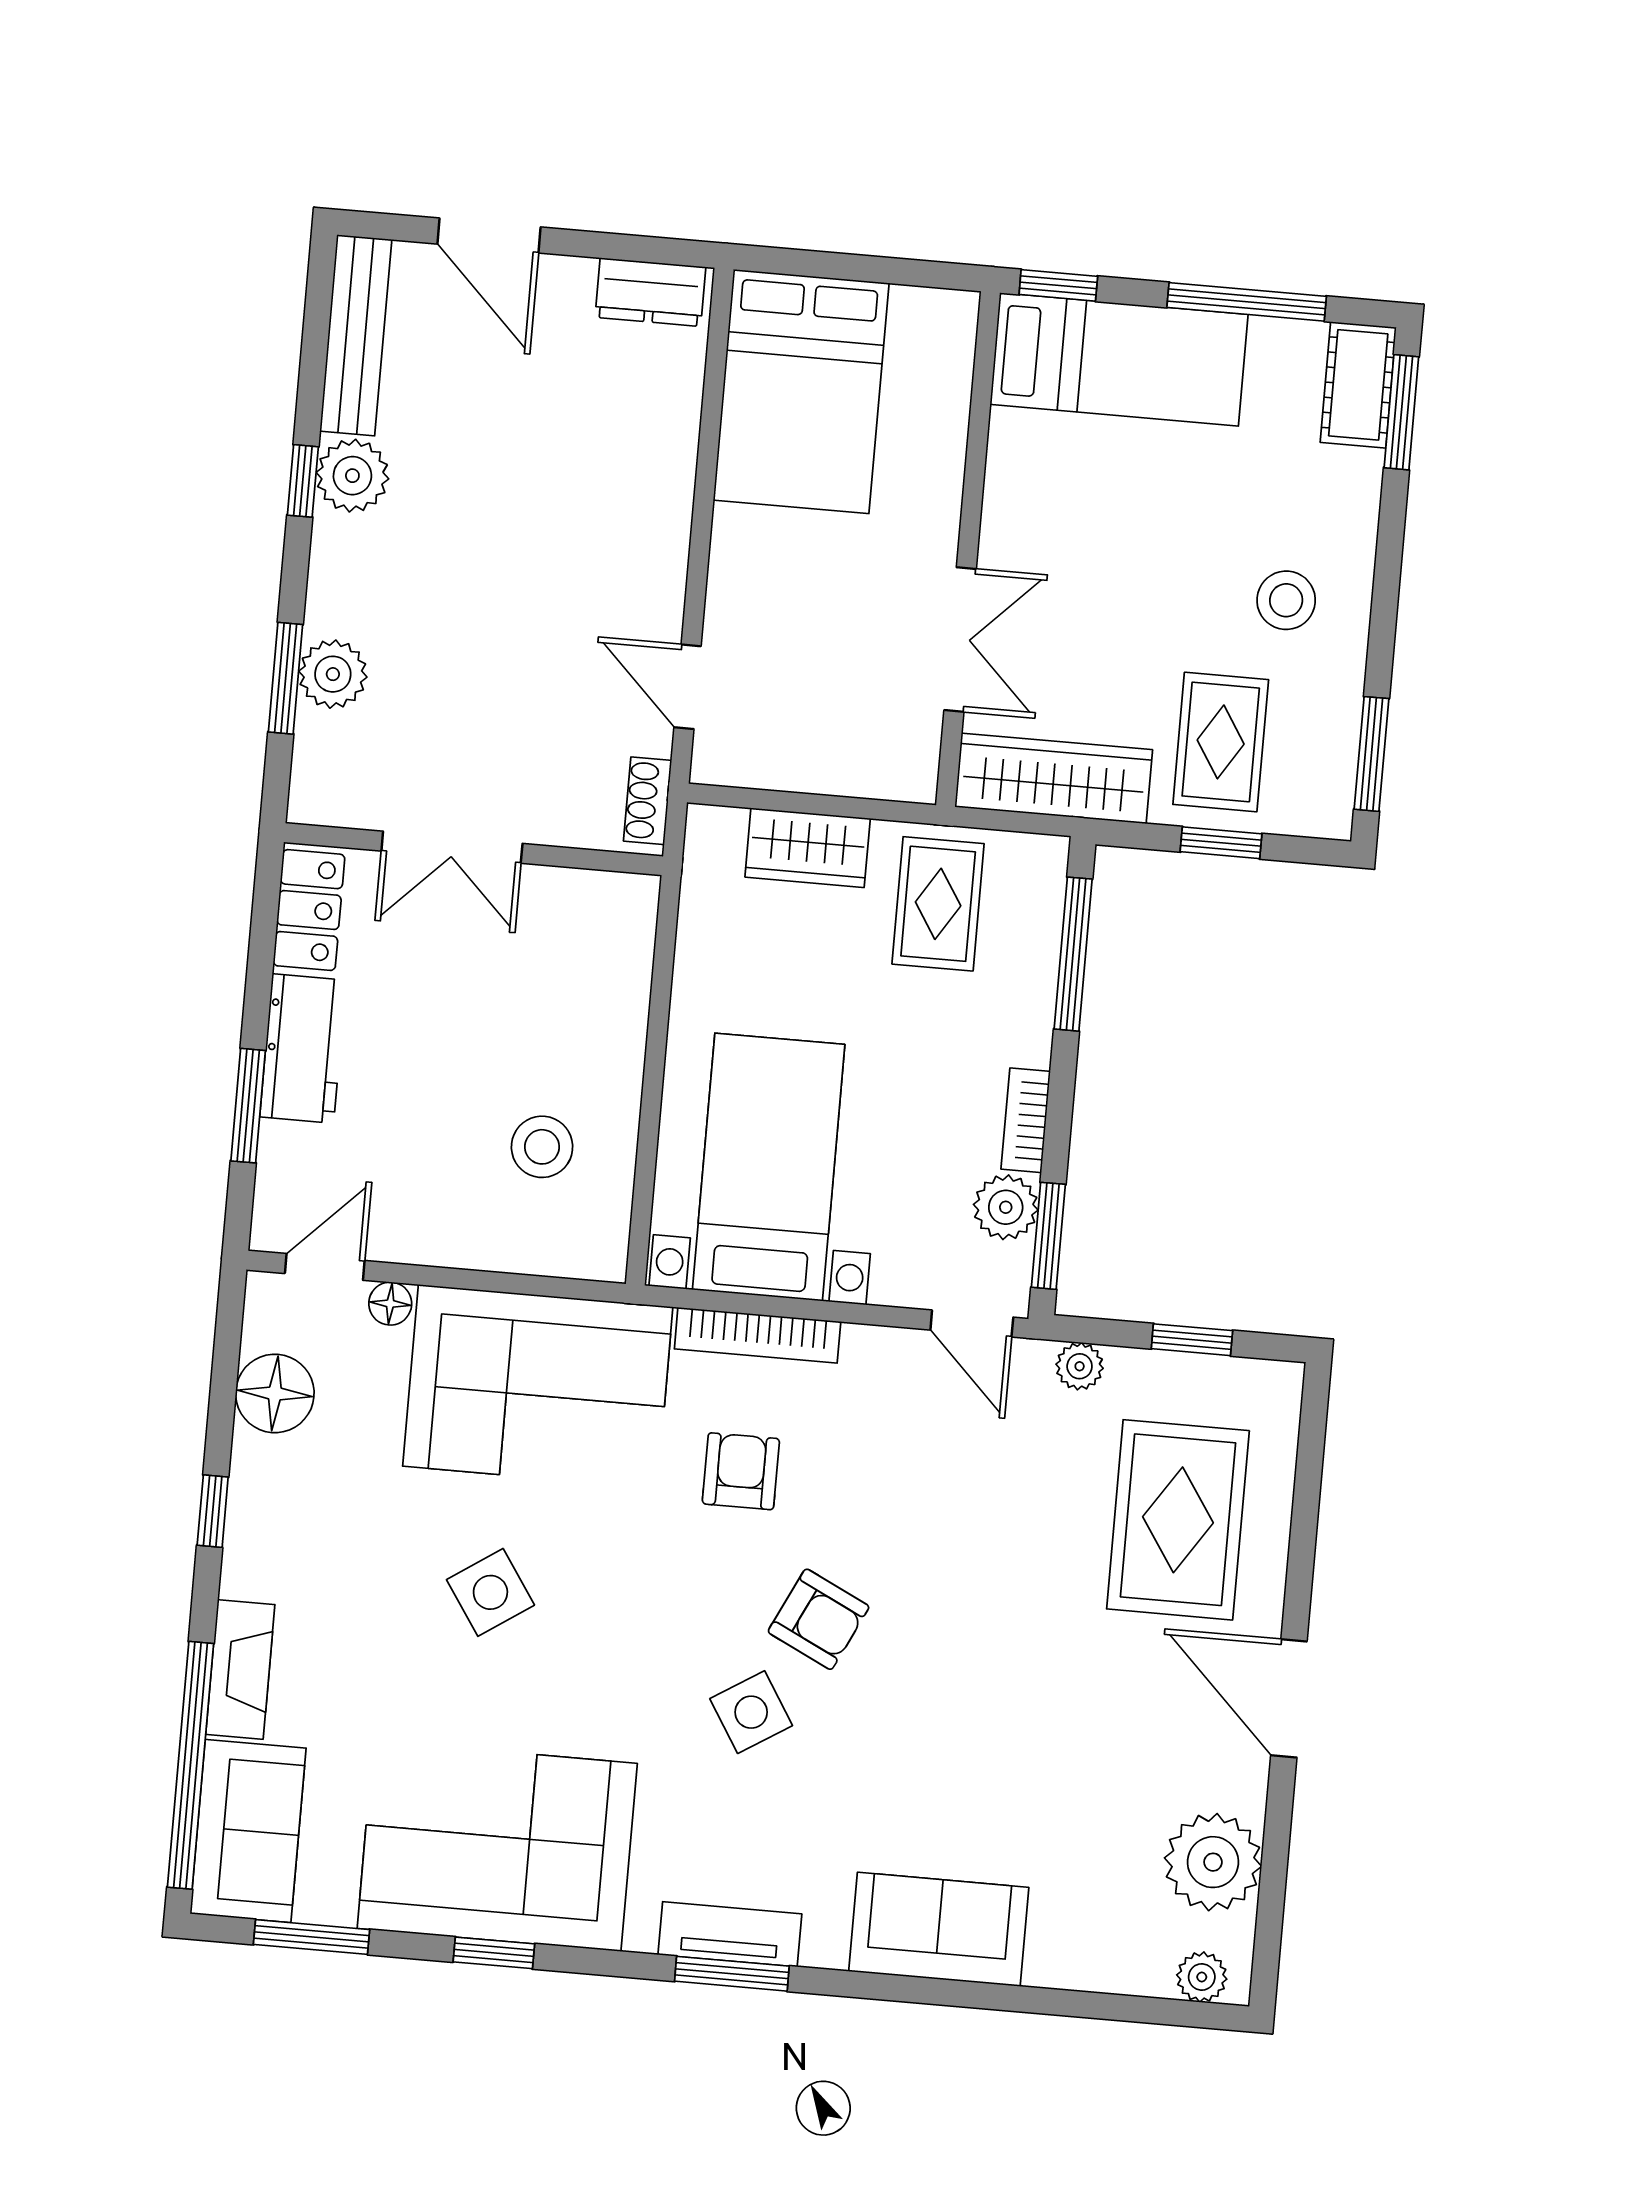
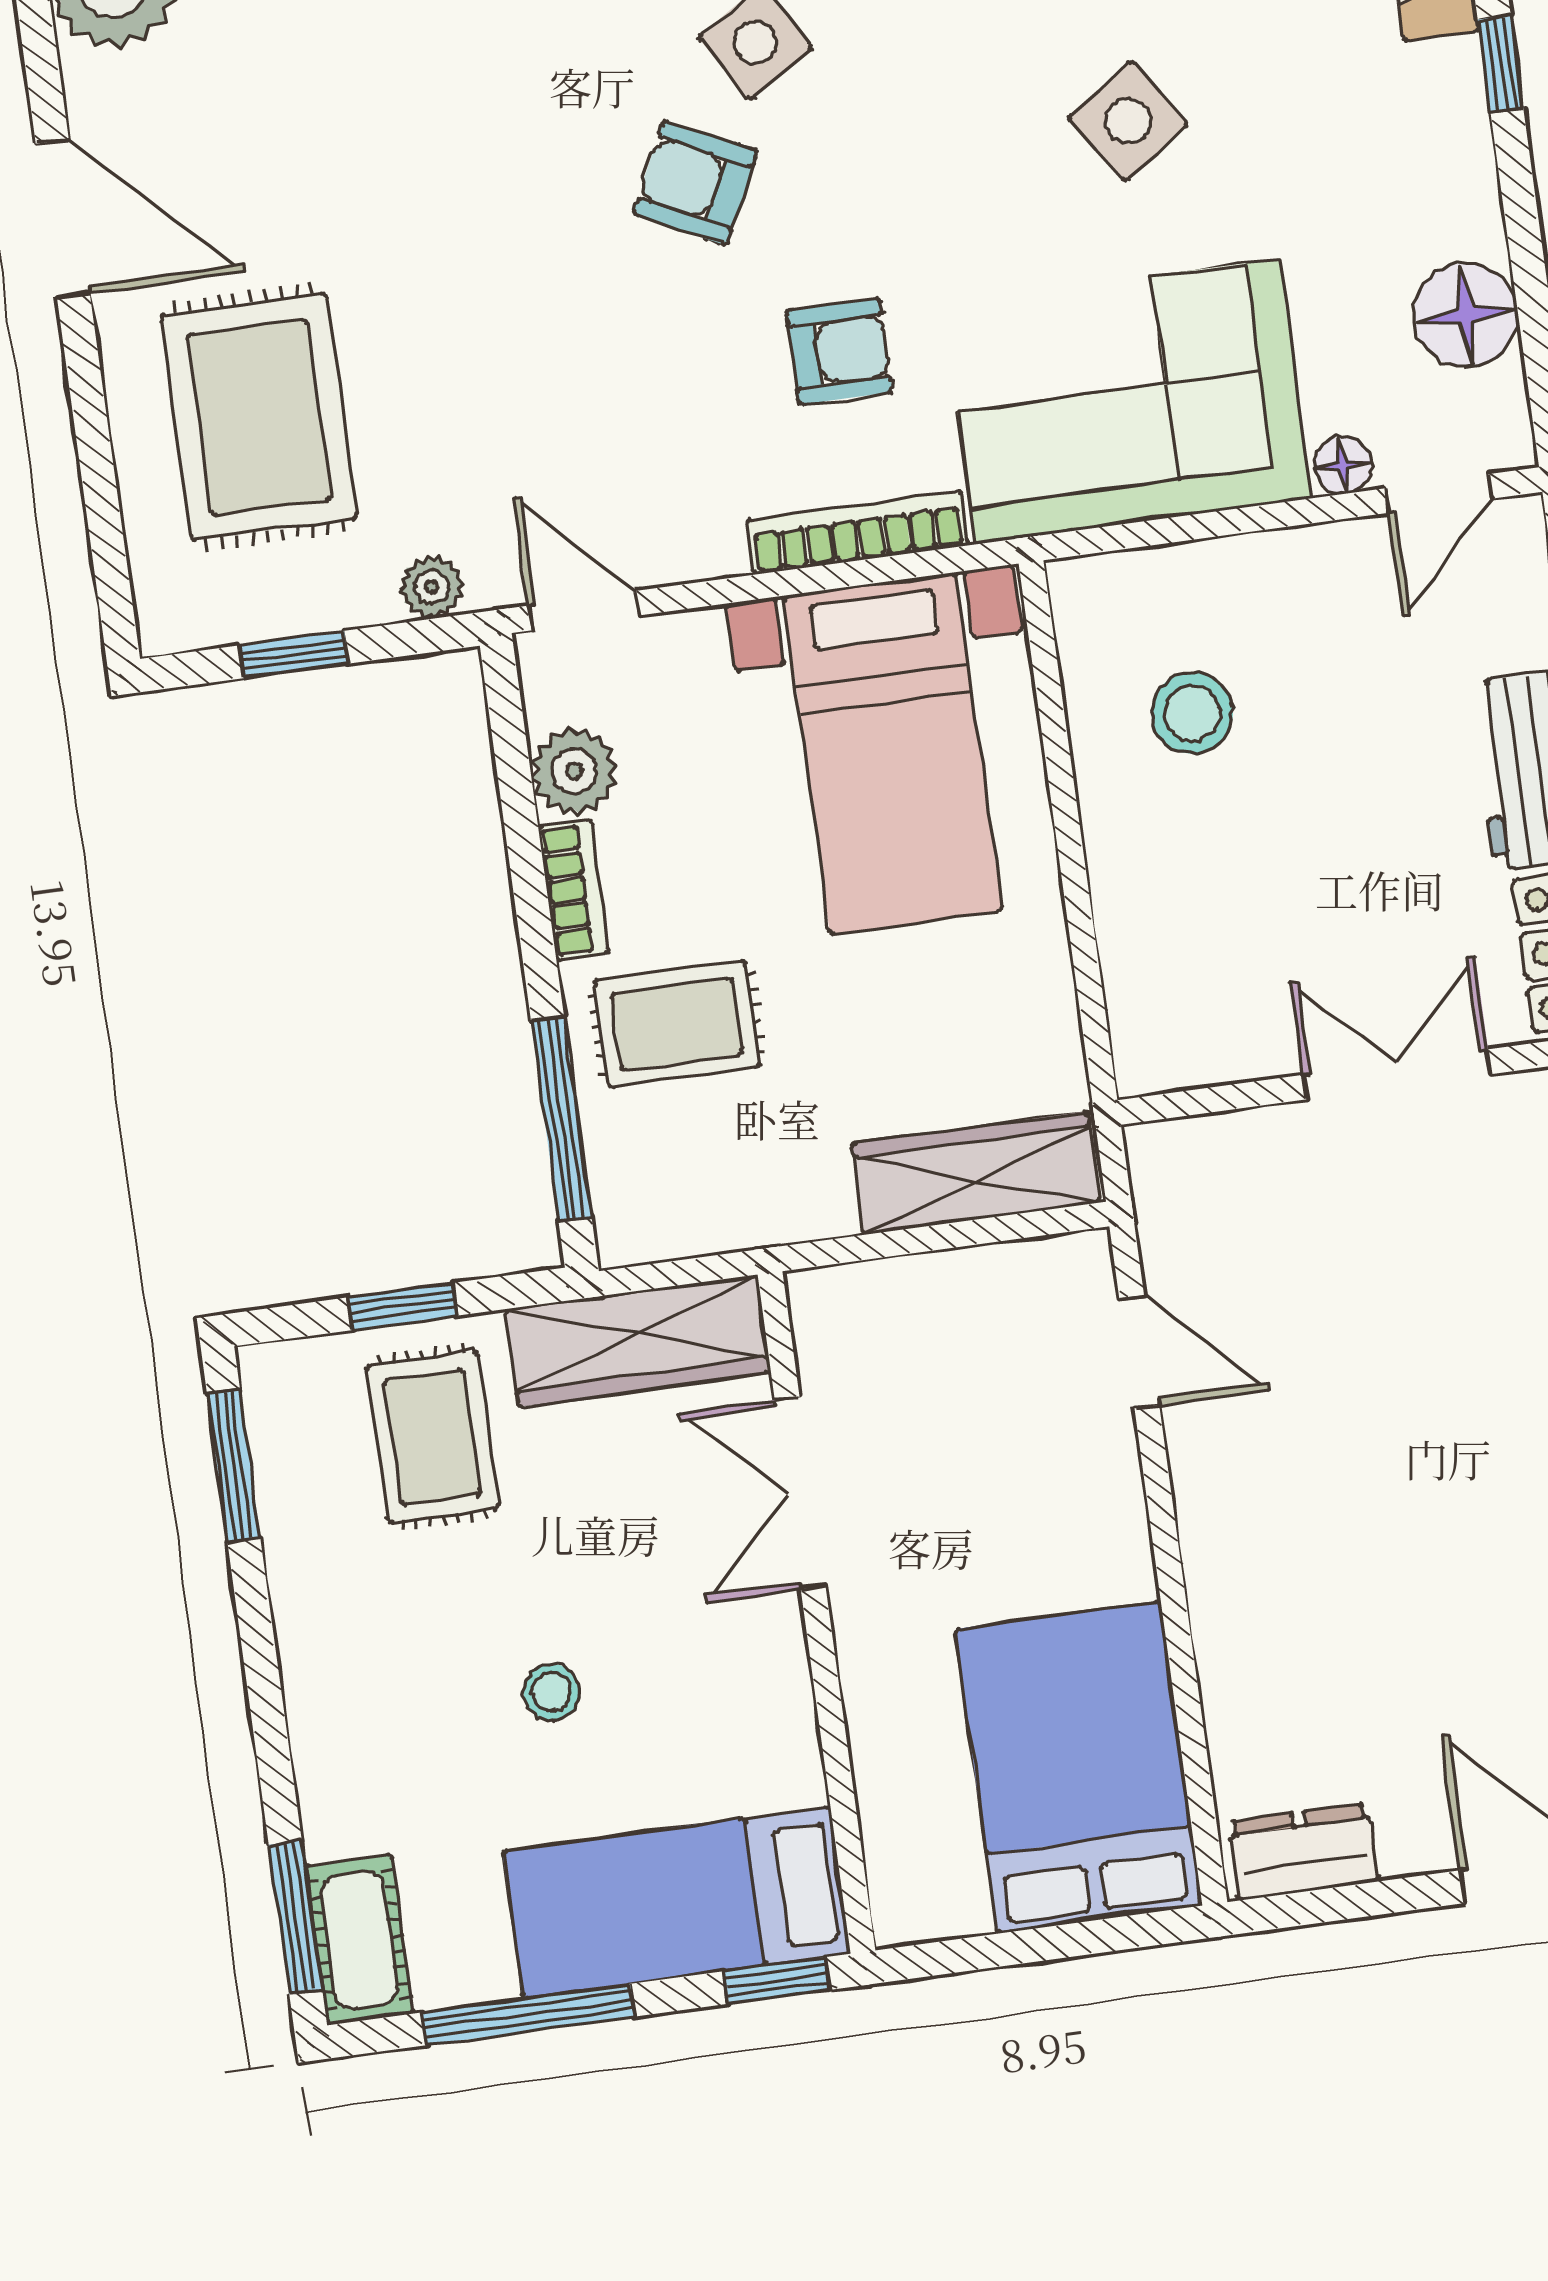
stool: (1286, 600) -> (552, 1692), moved, width x0.73, depth x0.73
shoe rack: (648, 801) -> (1157, 1192), removed
wardrobe: (808, 848) -> (976, 1173), width x1.50
rug: (938, 904) -> (677, 1024), moved, turned 90
window: (1048, 1236) -> (510, 747), removed
armchair: (741, 1471) -> (839, 351), turned -90
window: (213, 1511) -> (1501, 64), moved

